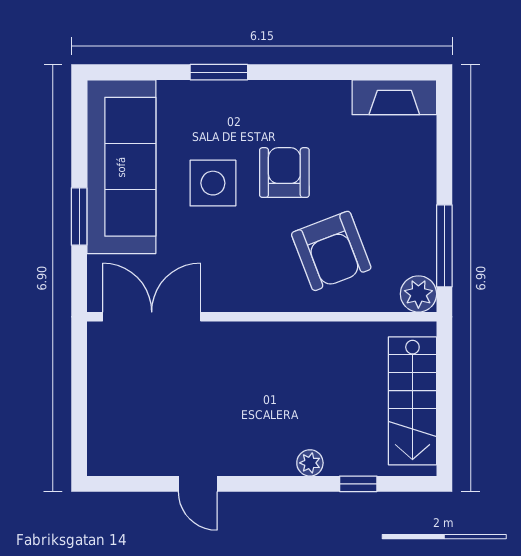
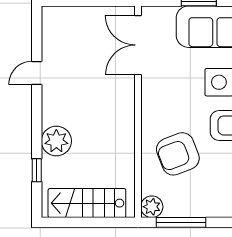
double door: (152, 317) -> (138, 45), swing flipped
plant: (310, 463) -> (56, 141), width x1.88, depth x1.88

